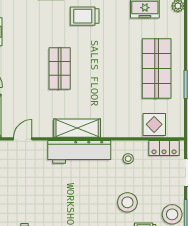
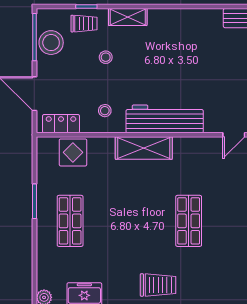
shop shelf: (157, 69) -> (70, 221), width x0.70, depth x0.74
shelving: (77, 128) -> (144, 148), moved
stool: (127, 202) -> (106, 57), width x0.53, depth x0.53

